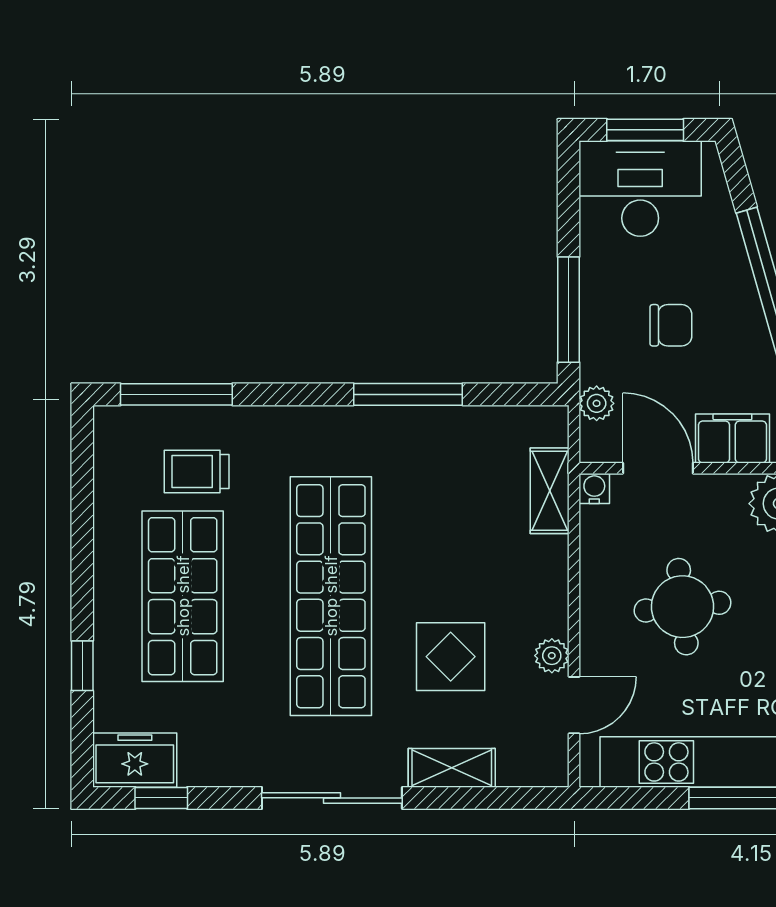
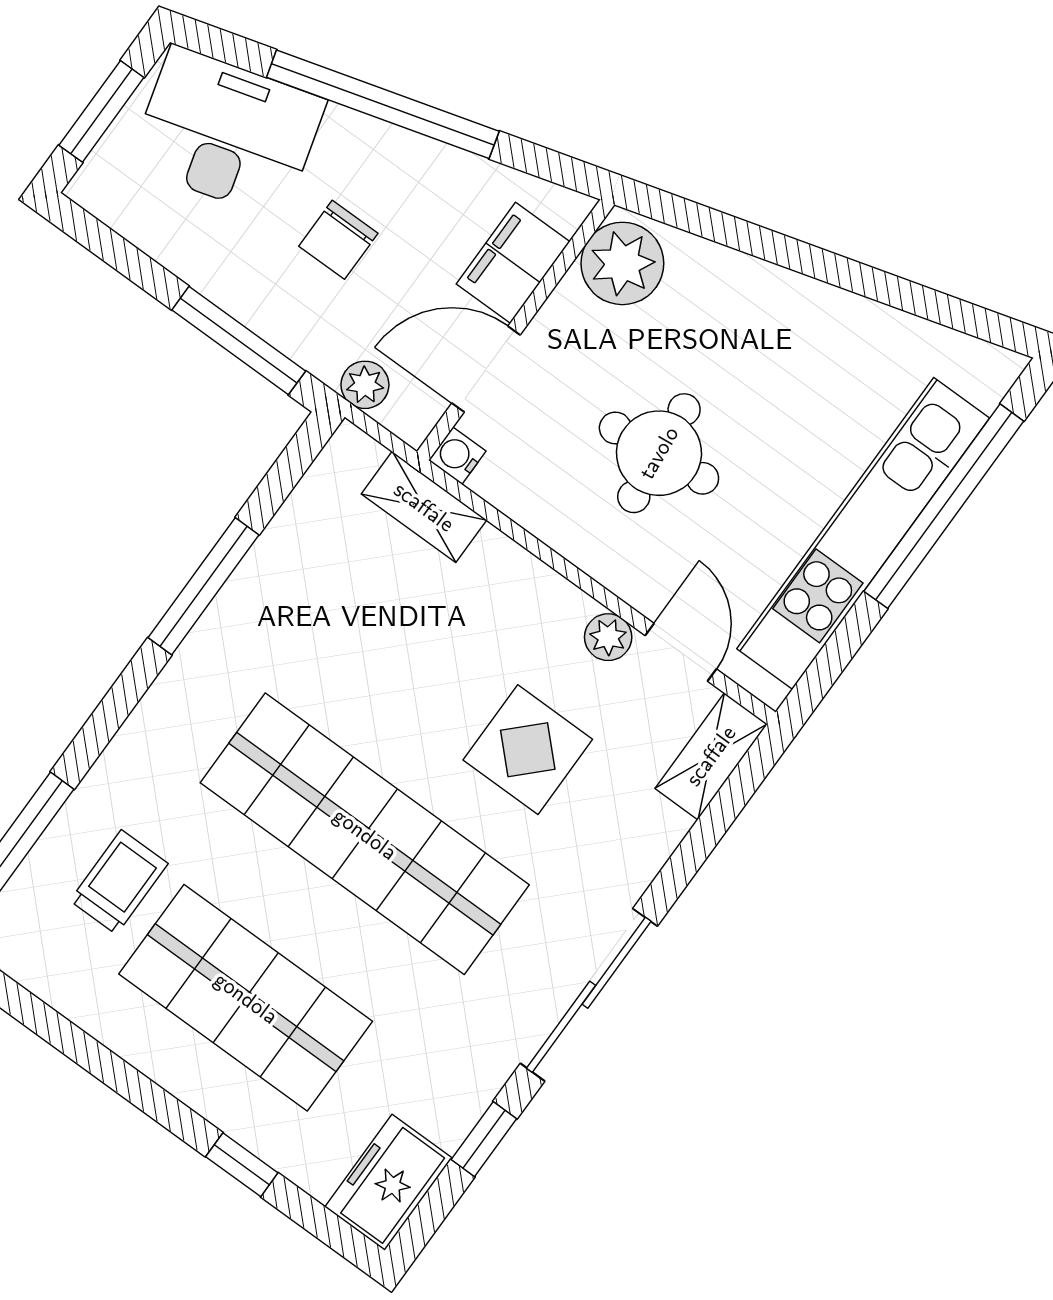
desk: (640, 188) -> (227, 133), moved, turned 74
chair: (671, 325) -> (338, 240), turned 180
trolley: (197, 471) -> (119, 882), turned 180
shelving: (452, 768) -> (711, 756), moved
window: (161, 798) -> (484, 1139), moved

